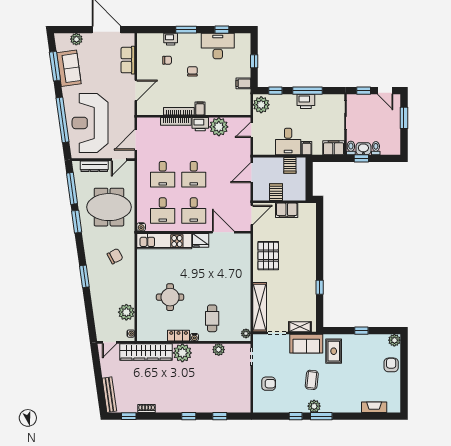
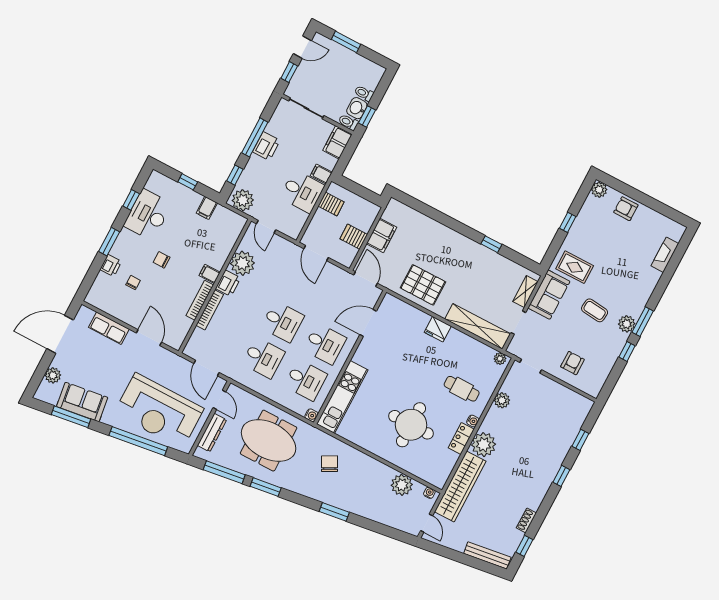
meeting table: (109, 207) -> (269, 441), turned 90
fridge: (201, 240) -> (438, 329), moved, turned 90
round table: (170, 297) -> (411, 425), width x1.36, depth x1.36

